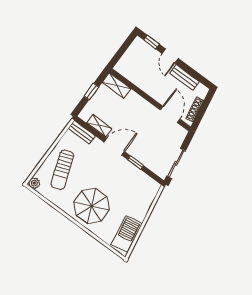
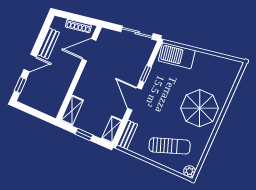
shelving: (99, 126) -> (112, 129), moved
barbecue: (127, 234) -> (177, 56), moved

